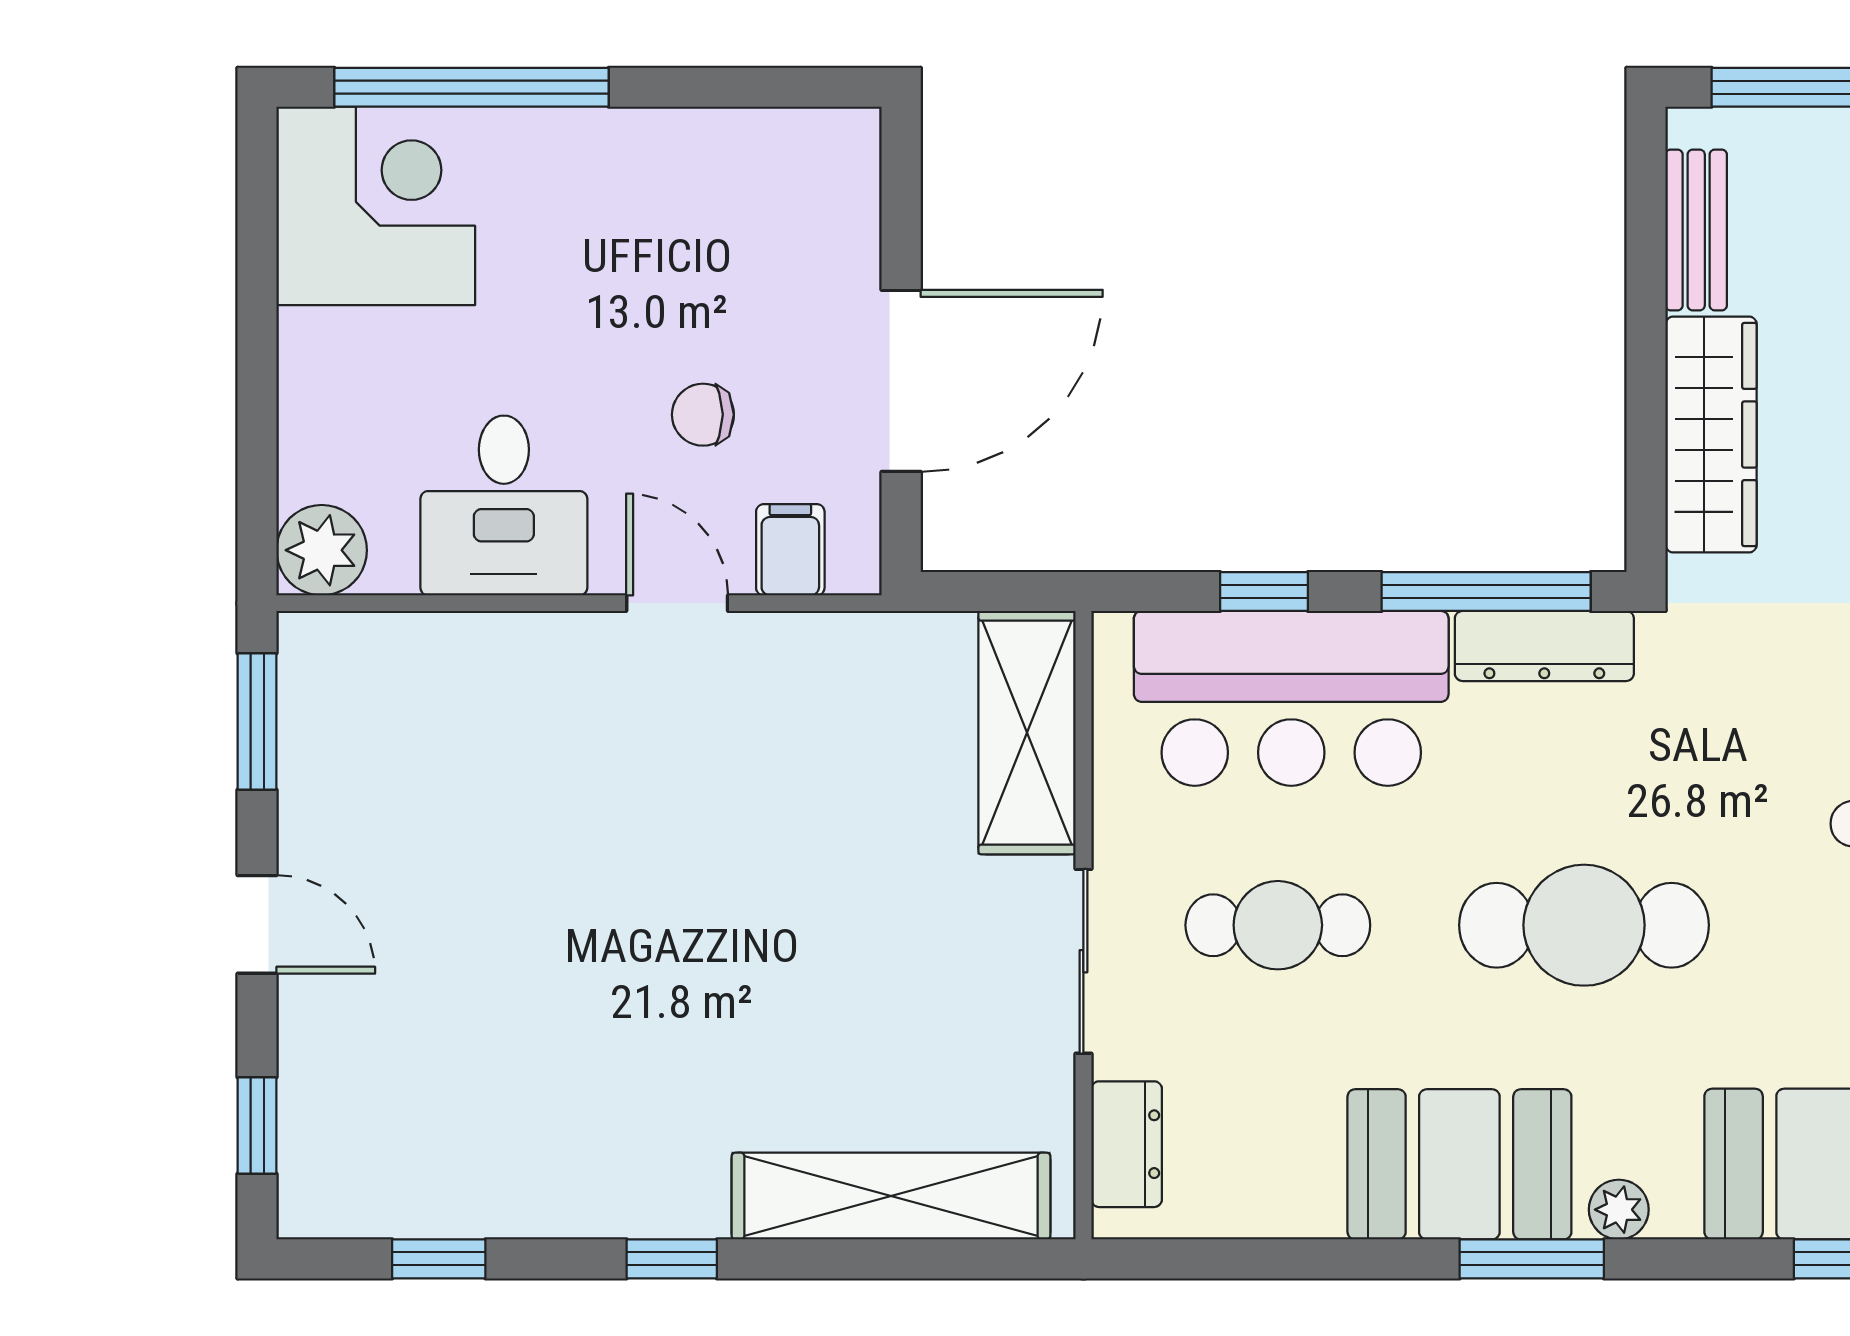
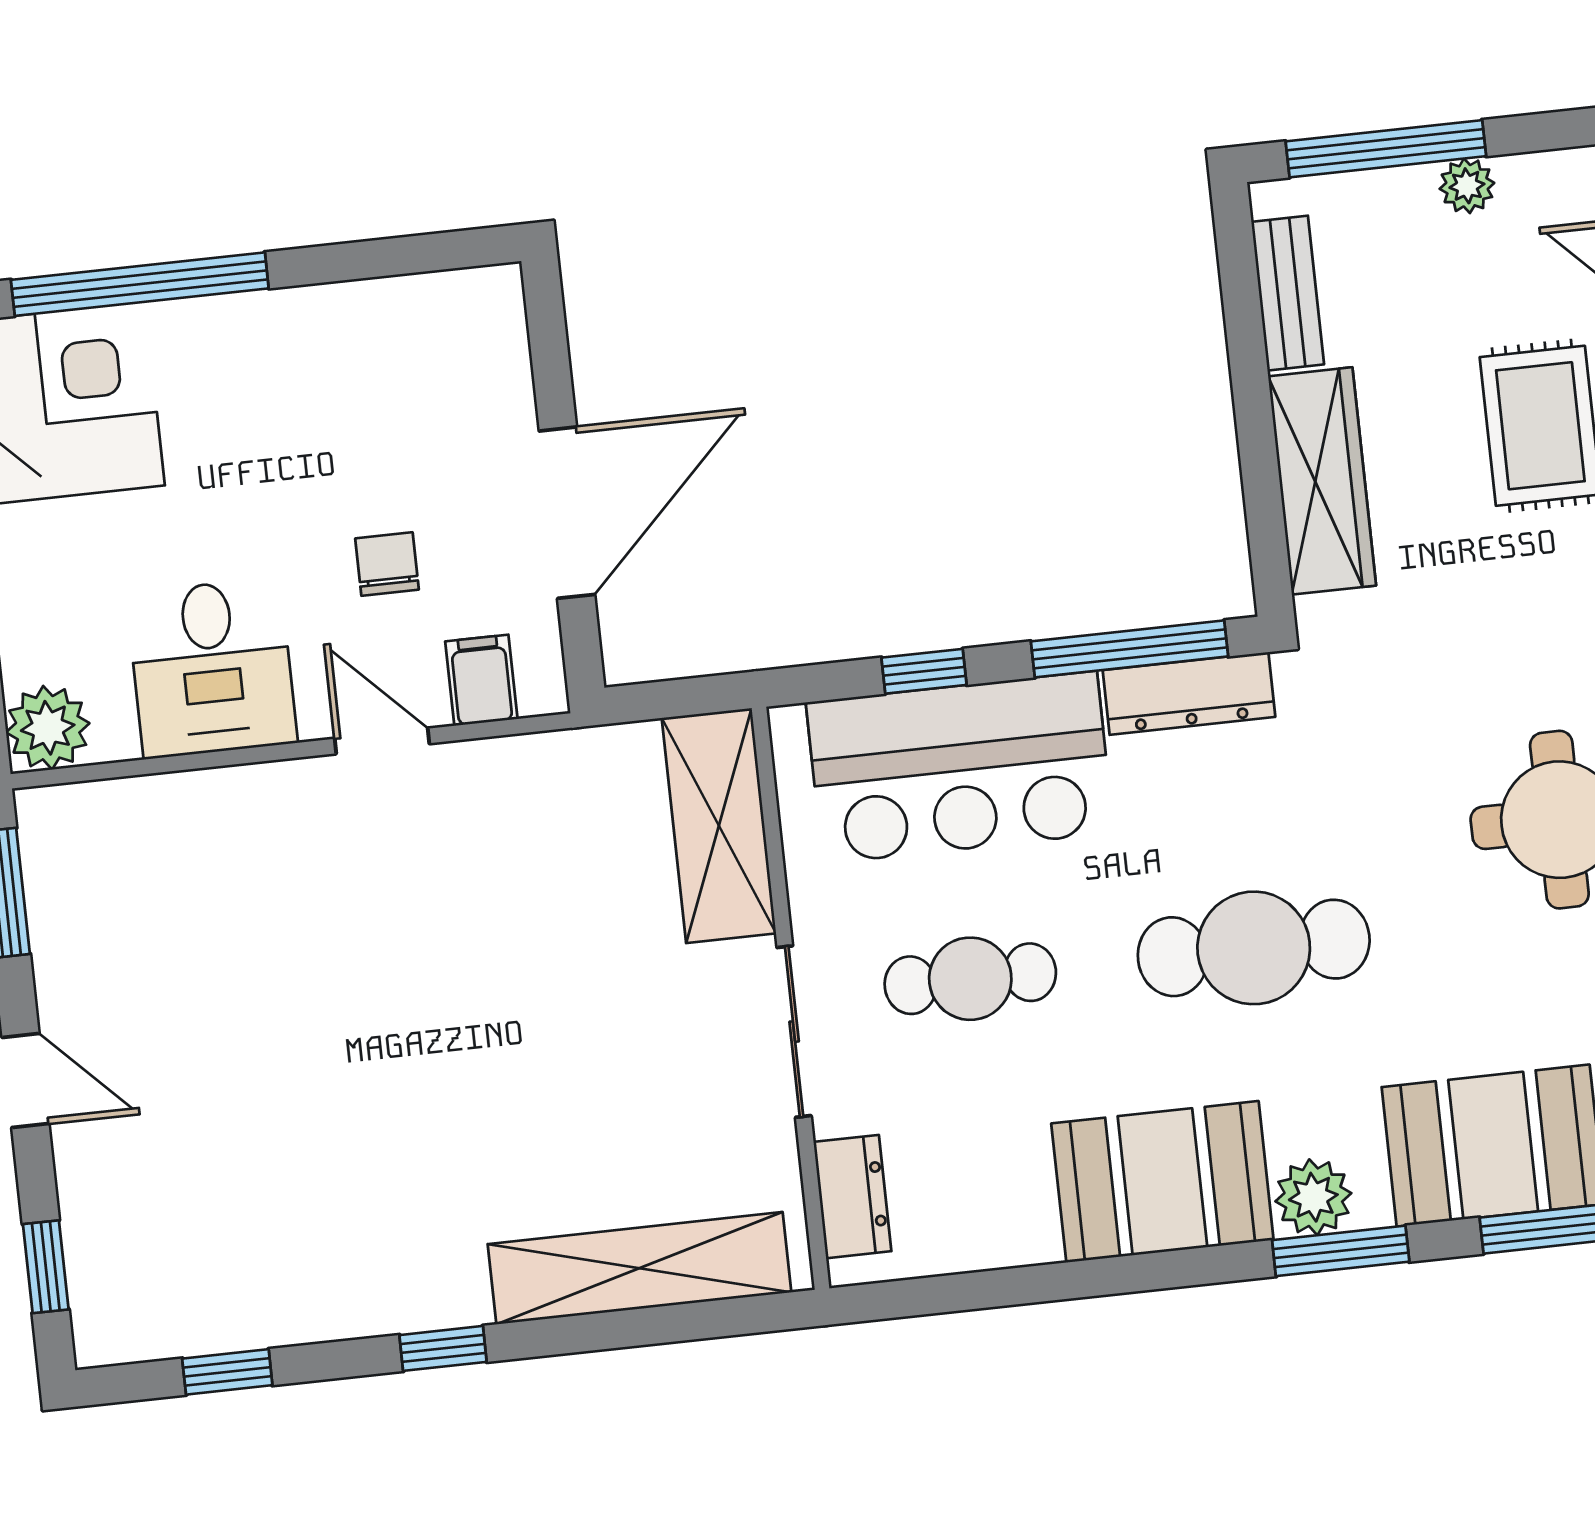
chair: (703, 415) -> (387, 564), turned 90
plant: (1619, 1210) -> (1313, 1197), width x1.38, depth x1.38
window: (1532, 1259) -> (1341, 1251), moved

